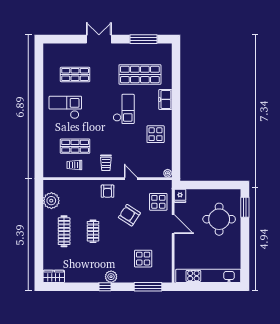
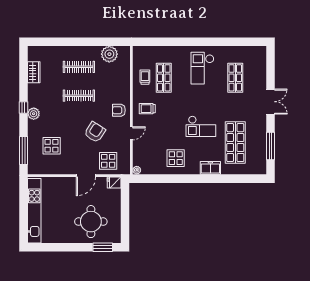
checkout: (65, 107) -> (202, 68), turned 180
clothes rail: (93, 231) -> (79, 96), width x1.36
wardrobe: (54, 276) -> (34, 72), moved

